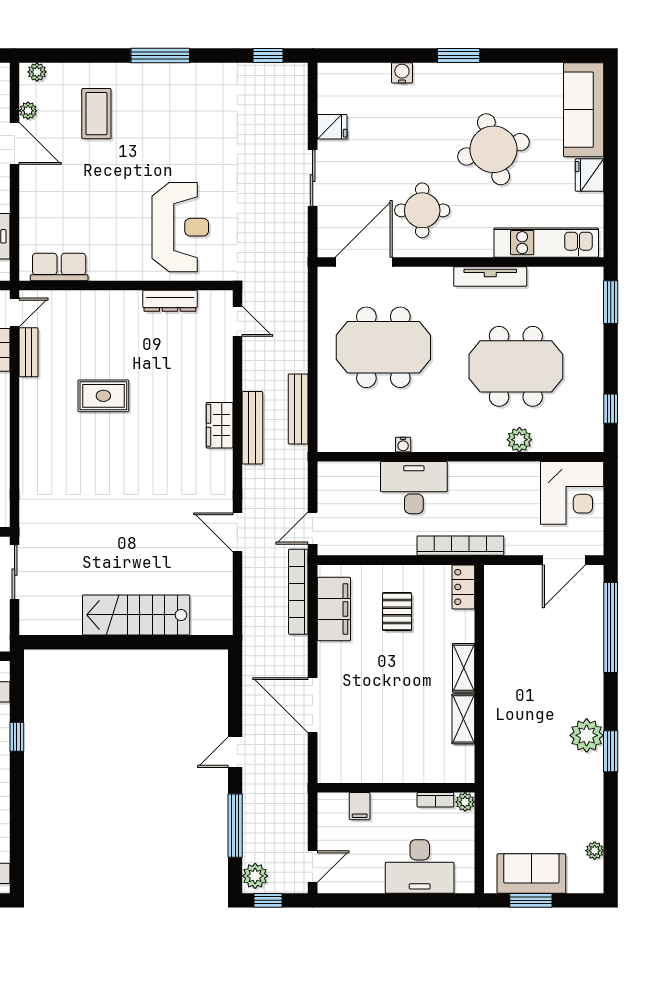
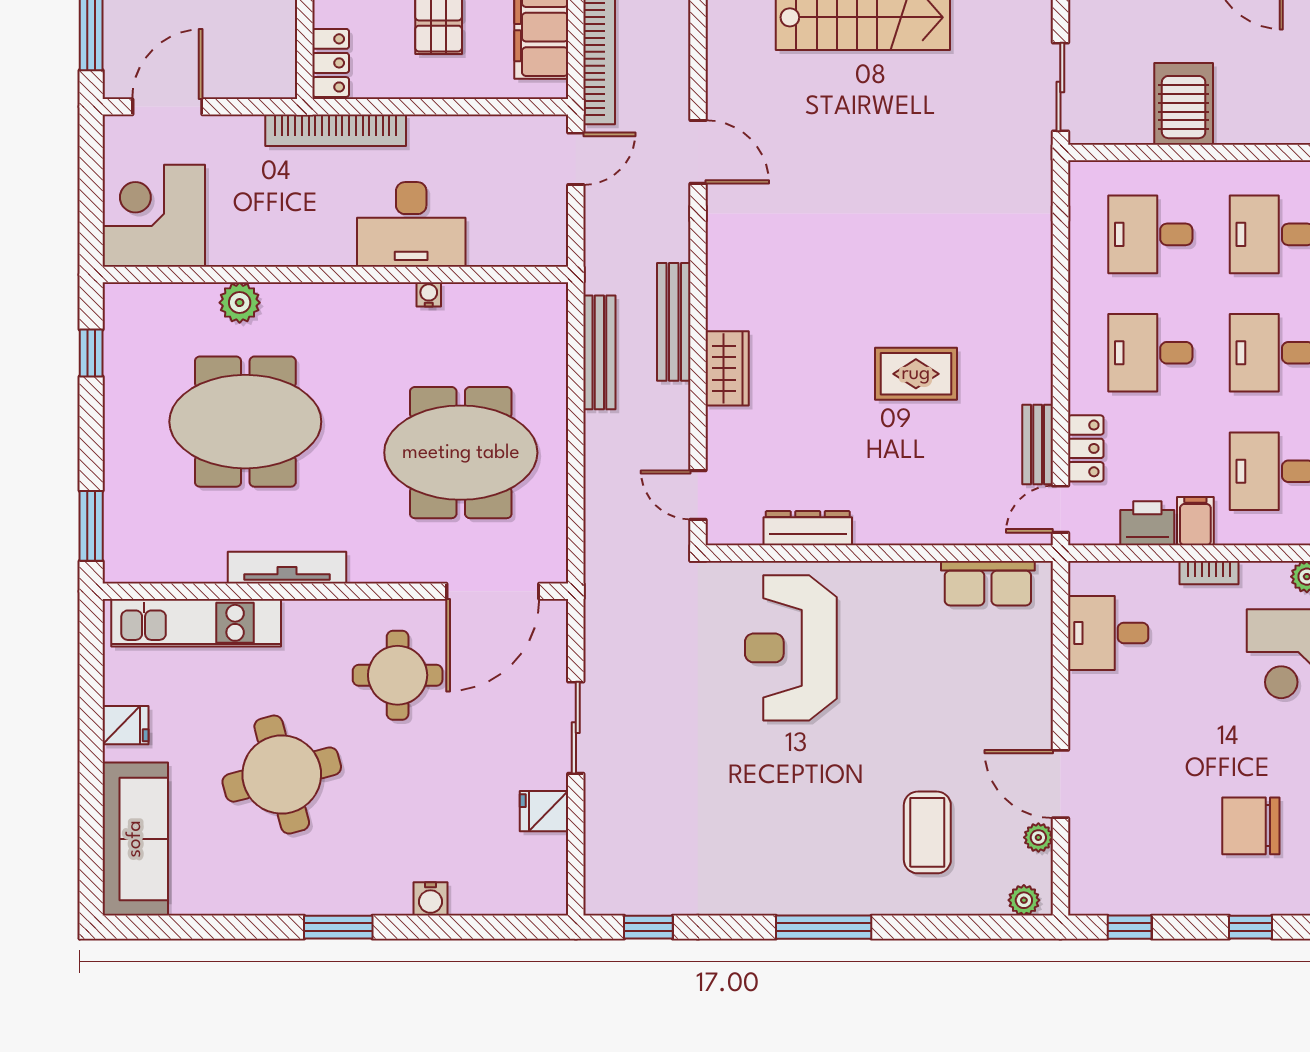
fridge: (590, 175) -> (126, 725), width x0.72
wardrobe: (220, 425) -> (727, 368), moved

